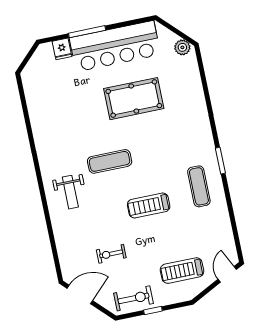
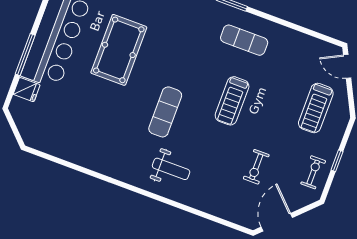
exercise bike: (133, 298) -> (313, 172), width x0.73, depth x0.72

